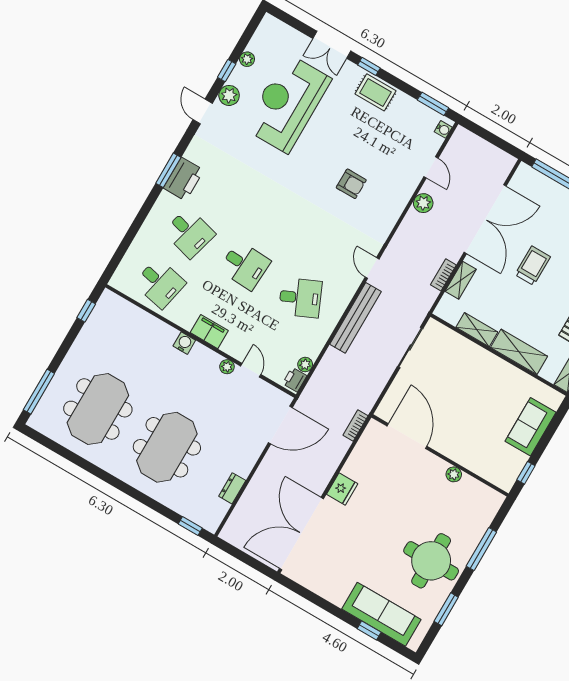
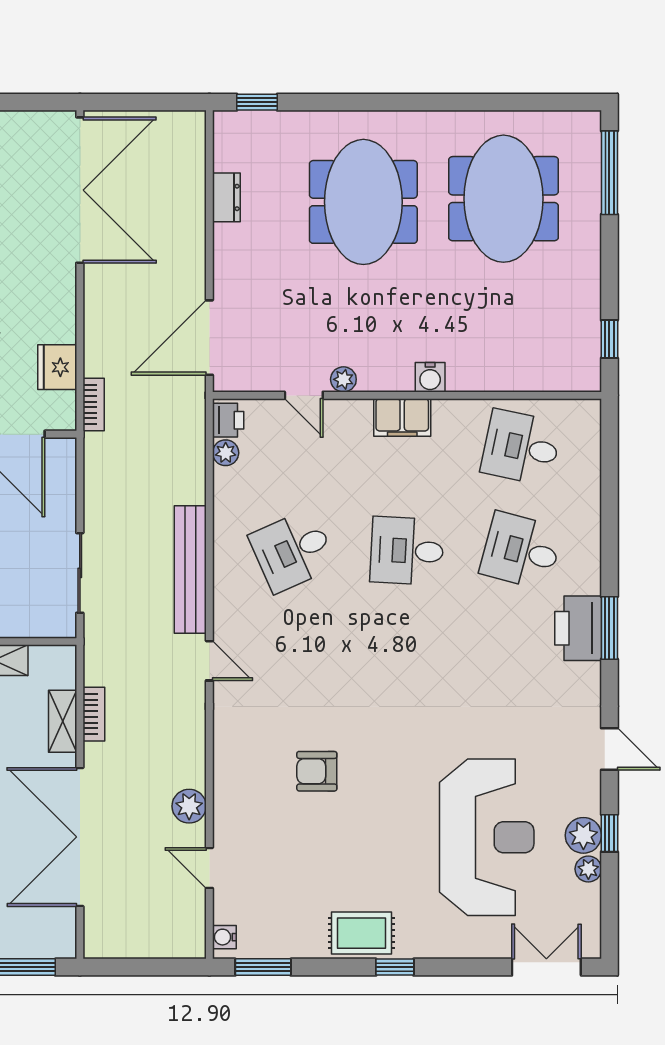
double door: (332, 45) -> (546, 967), moved
plant: (229, 95) -> (583, 835), moved
fridge: (342, 489) -> (57, 367), moved

